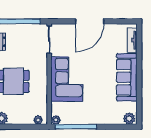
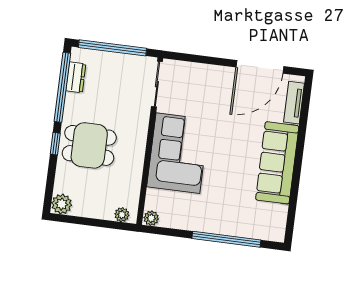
door: (90, 21) -> (260, 67), moved
plant: (129, 119) -> (273, 231), removed
window: (76, 127) -> (226, 239), moved

